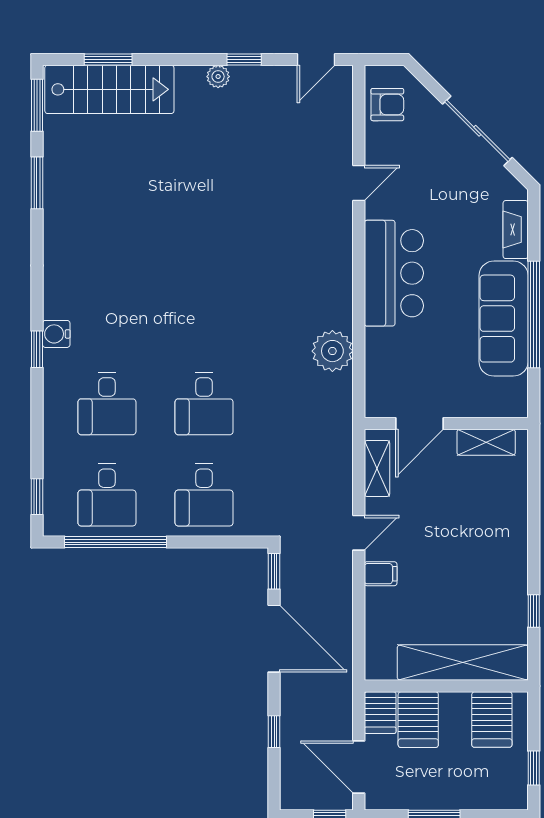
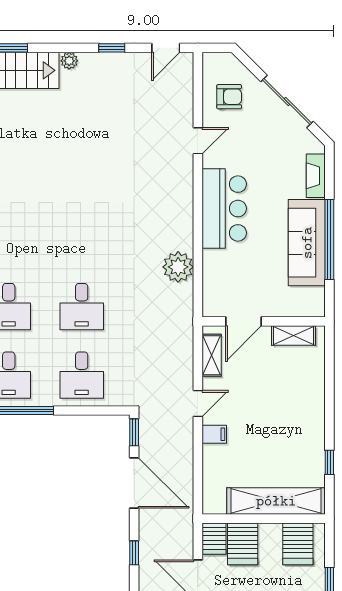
plant: (218, 77) -> (69, 61), moved
armchair: (387, 105) -> (229, 97), moved

